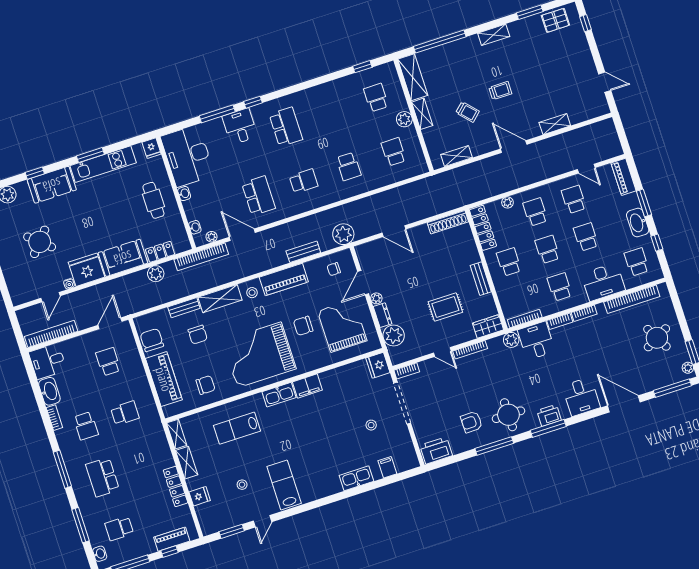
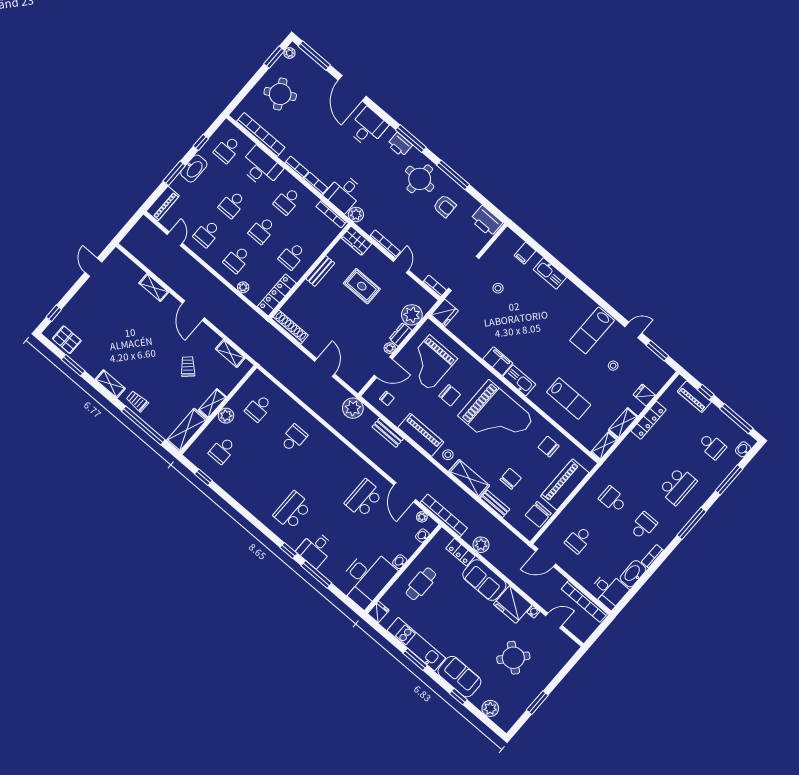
trolley: (500, 91) -> (137, 401), moved
school desk: (304, 181) -> (329, 468), removed

